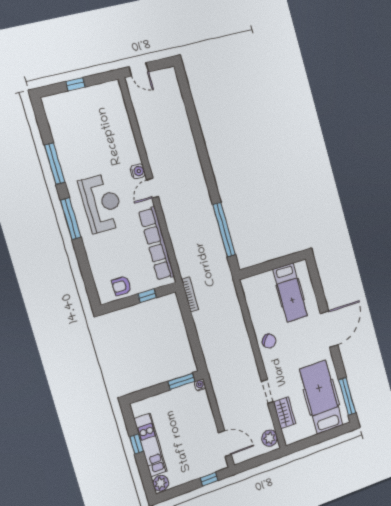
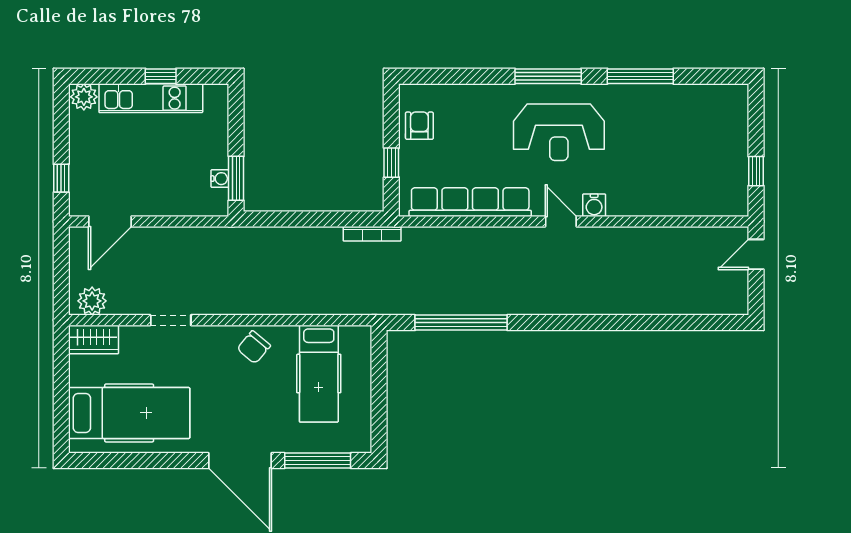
window: (75, 84) -> (756, 171), moved
hospital bed: (290, 293) -> (319, 374), moved, turned -90
water cooler: (200, 385) -> (220, 179), moved
window: (347, 396) -> (318, 461), moved
wardrobe: (284, 413) -> (93, 340), moved

